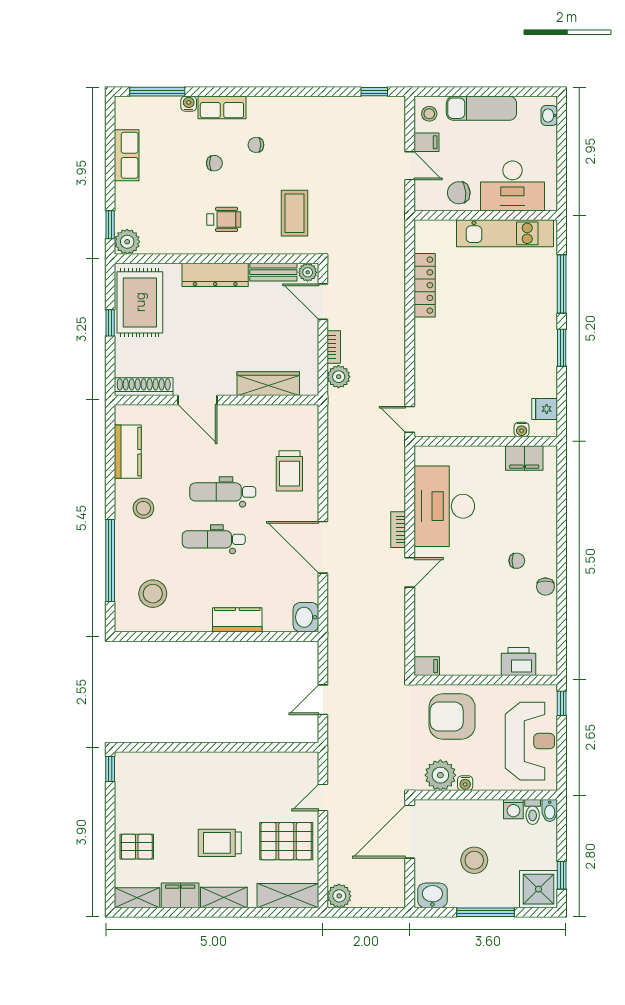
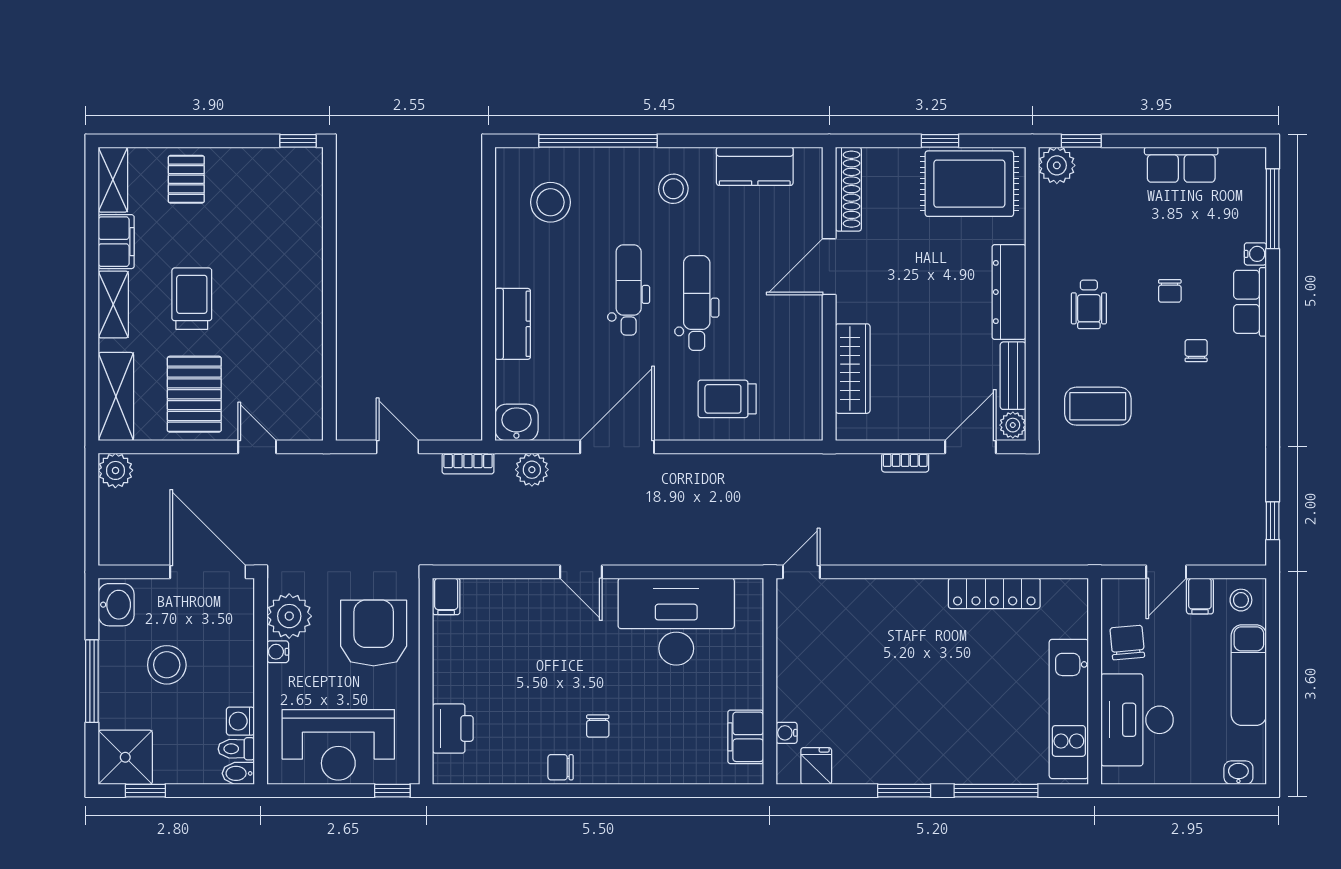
plant: (339, 377) -> (532, 470), moved
bookcase: (398, 530) -> (468, 464), moved, turned 180

